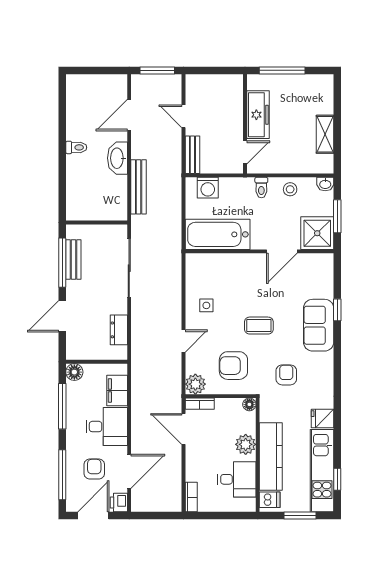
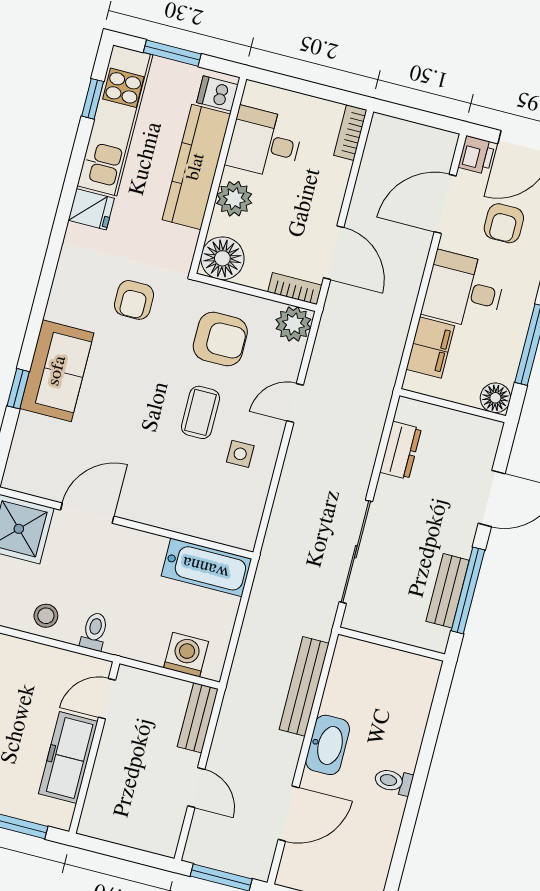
bathtub: (218, 234) -> (206, 567), width x0.73, depth x0.73
coffee table: (259, 326) -> (200, 412), moved, turned 90
floor lamp: (249, 404) -> (222, 258), width x1.89, depth x1.89

